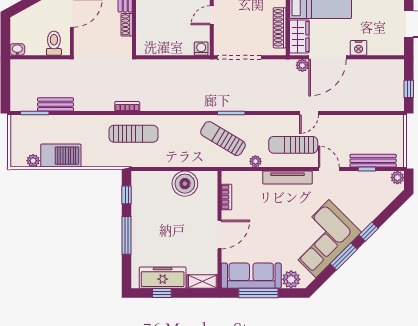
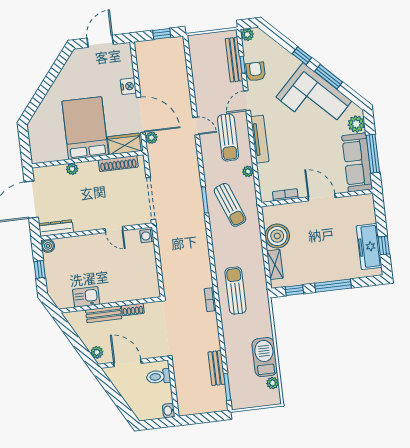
sun lounger: (223, 139) -> (230, 205), turned -52
armchair: (358, 182) -> (256, 71), added
shelving: (202, 281) -> (275, 264), moved

